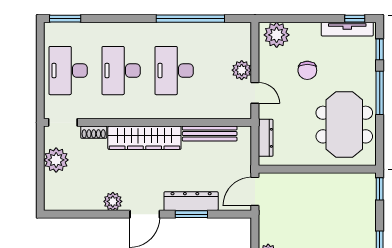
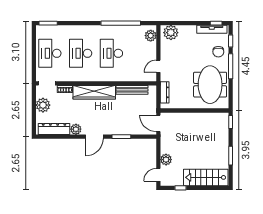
plant: (242, 70) -> (151, 36), moved
chair: (307, 70) -> (218, 52), moved
door: (255, 93) -> (158, 66), swing flipped
door: (255, 191) -> (158, 123), hinge flipped
dresser: (191, 201) -> (54, 129), moved

